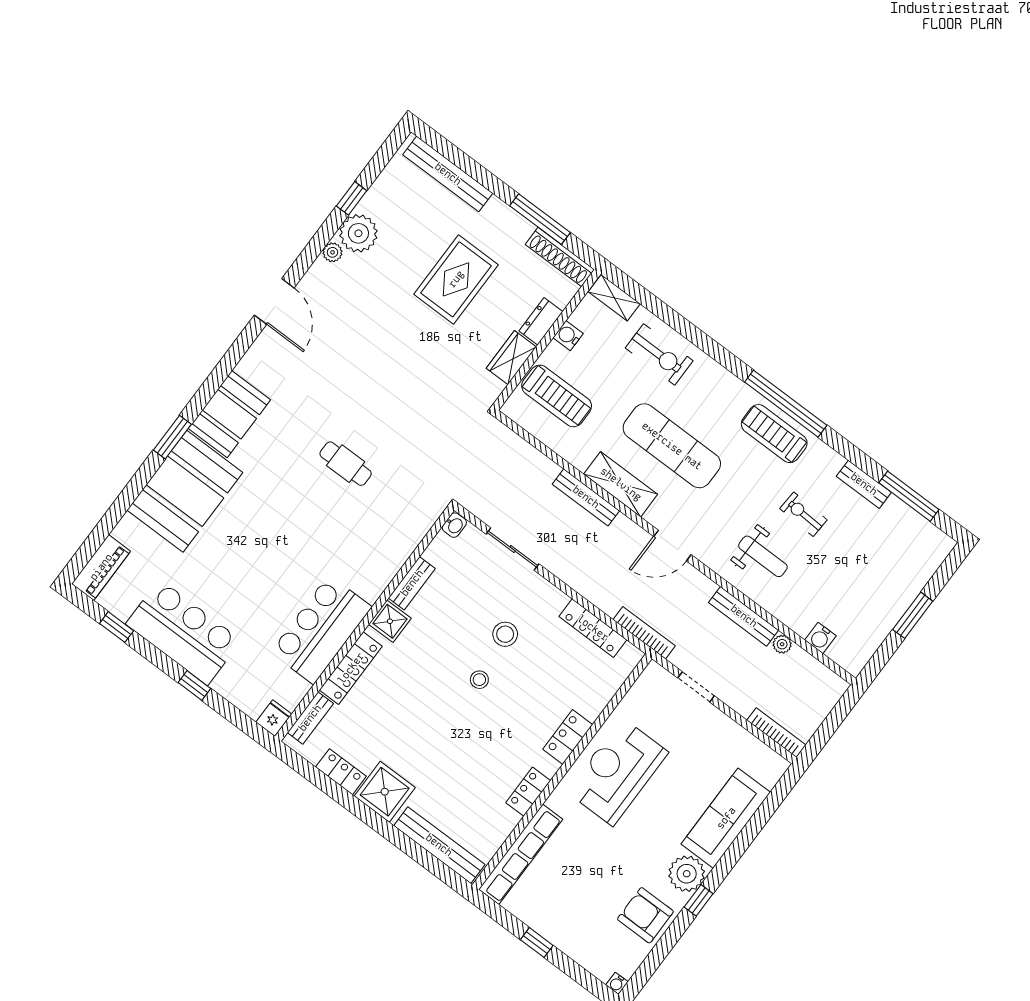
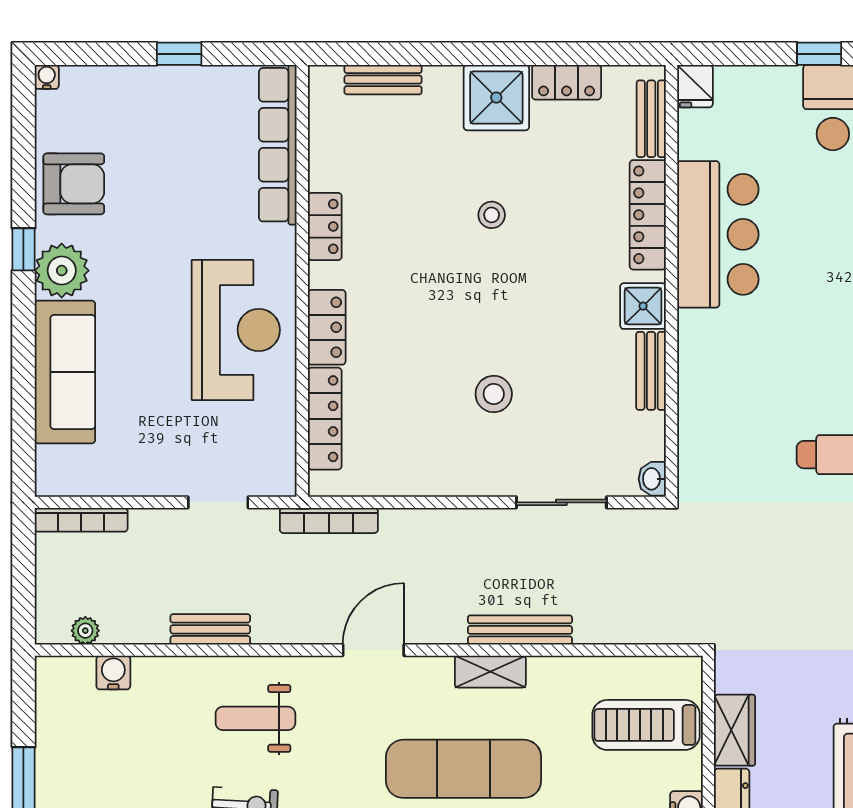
shelving: (621, 484) -> (490, 672), width x0.67, depth x0.75
bench: (744, 616) -> (210, 629), width x0.73
locker: (593, 628) -> (325, 419), moved, turned 90
plant: (782, 644) -> (85, 631), moved
stool: (479, 680) -> (492, 215), moved
bench: (439, 845) -> (383, 80), width x0.54, depth x0.82

